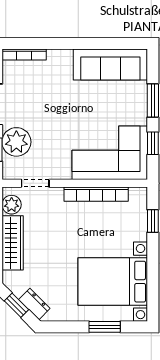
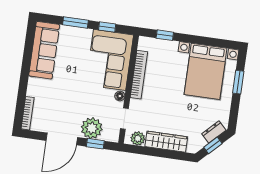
floor lamp: (64, 173) -> (120, 96), added

